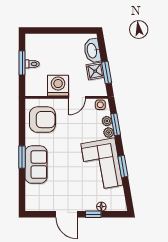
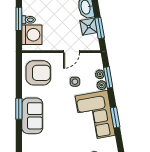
washing machine: (58, 86) -> (32, 35), moved, turned 90
side table: (100, 105) -> (75, 82), moved

